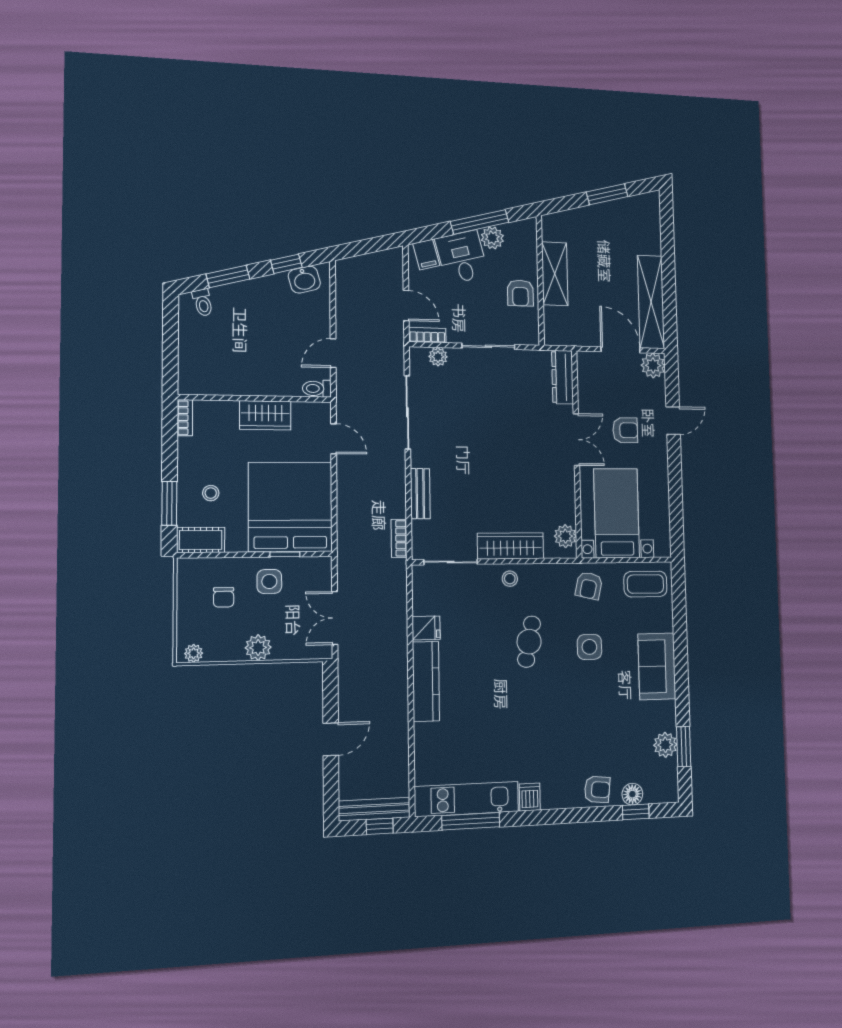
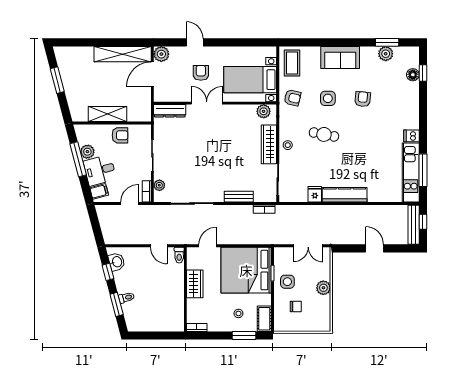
toilet: (203, 303) -> (126, 298), moved
plant: (194, 653) -> (326, 322), removed
armchair: (597, 789) -> (363, 99), moved

